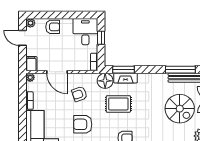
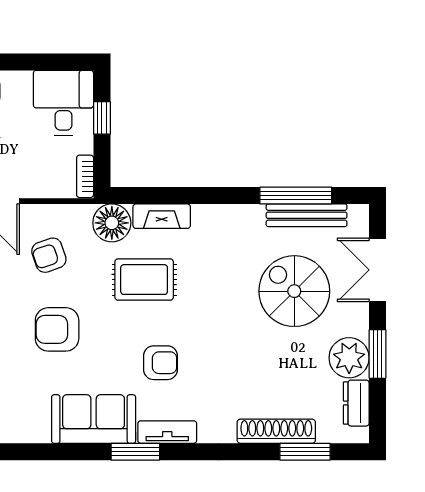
window: (123, 70) -> (157, 196), removed
spiral stairs: (180, 109) -> (294, 291), turned 180

